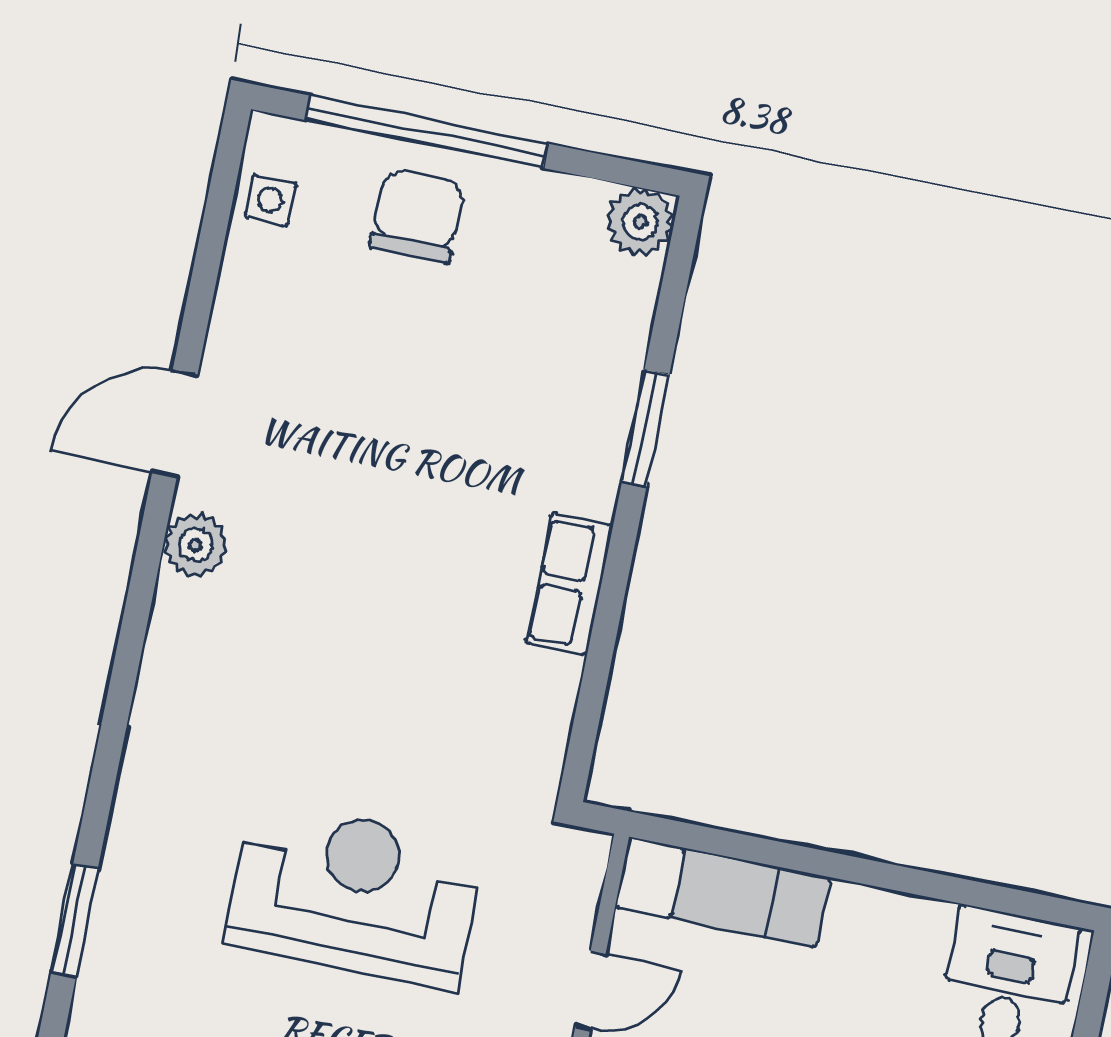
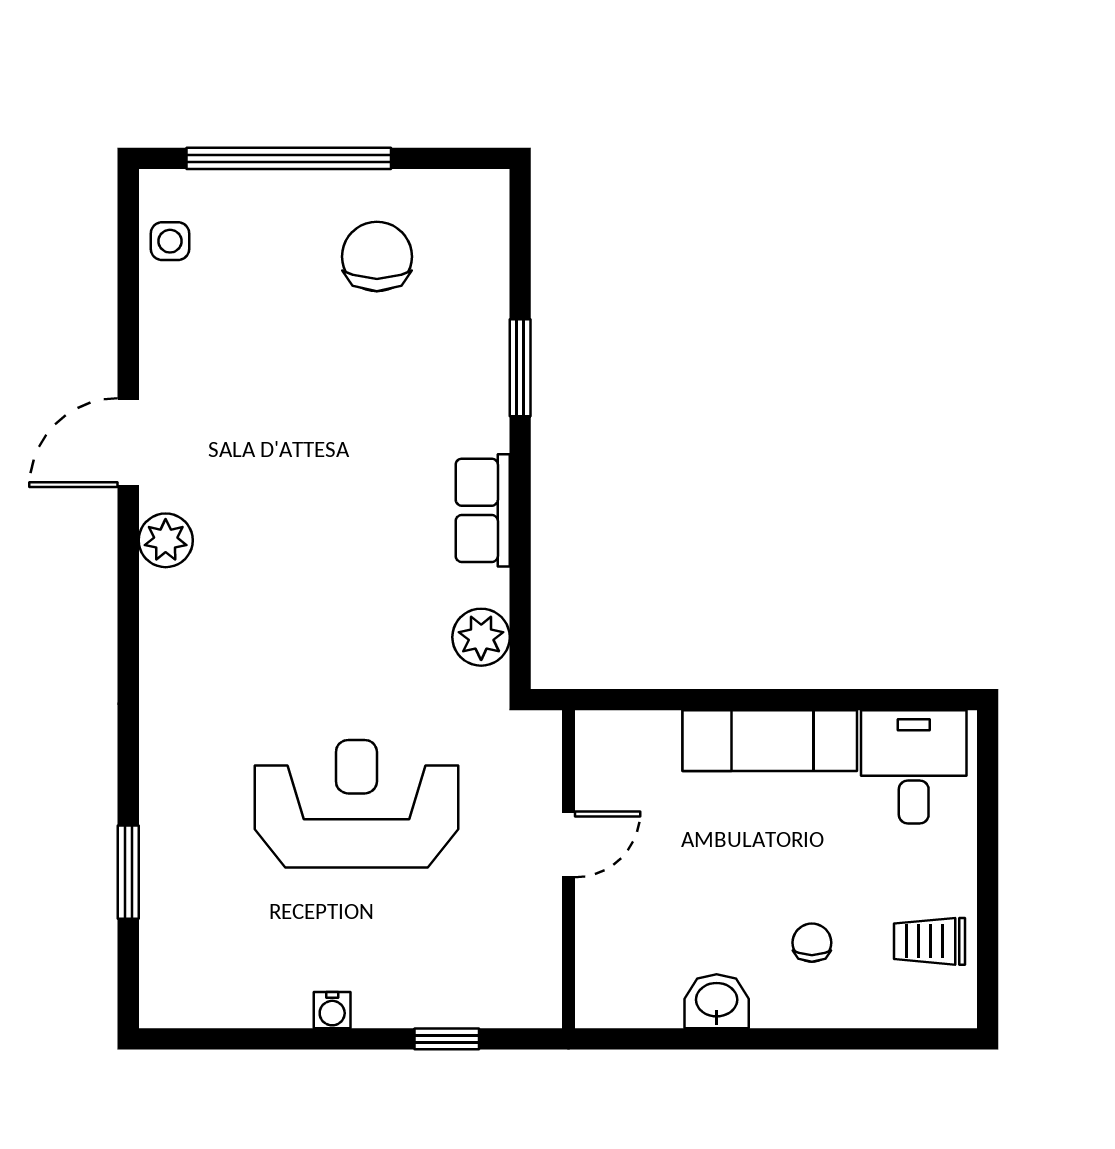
chair: (417, 216) -> (377, 257), moved
plant: (640, 222) -> (481, 637), moved
exam couch: (723, 892) -> (770, 741), moved

